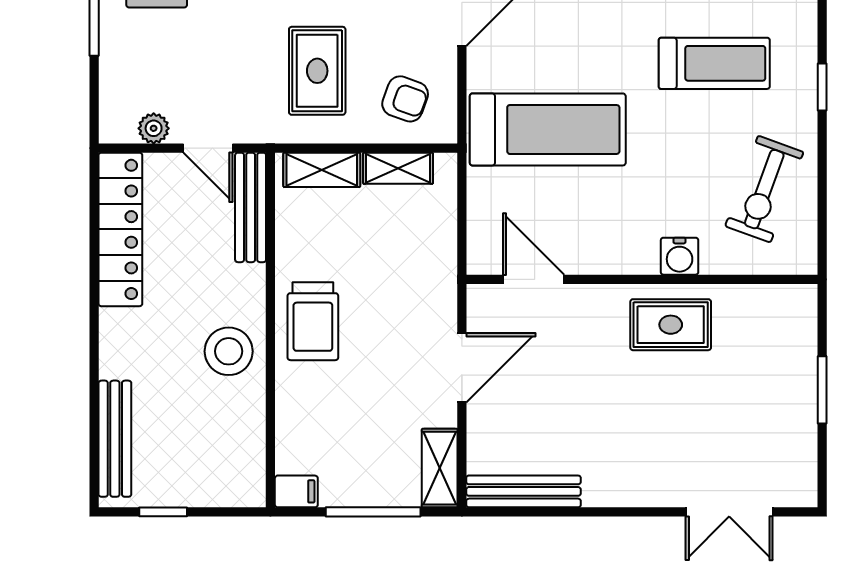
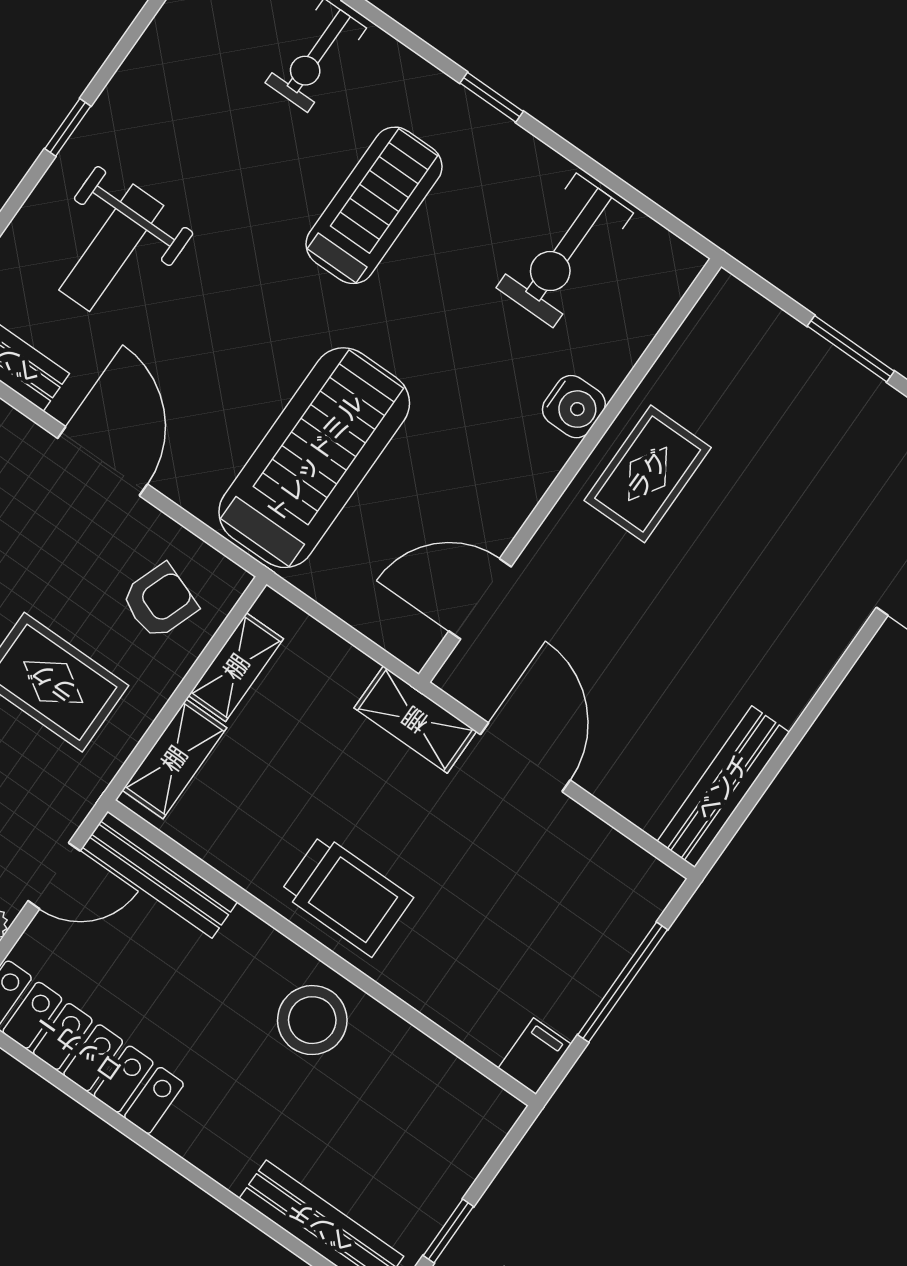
exercise bike: (764, 189) -> (565, 250), turned 70
shelving: (440, 468) -> (415, 720), moved

